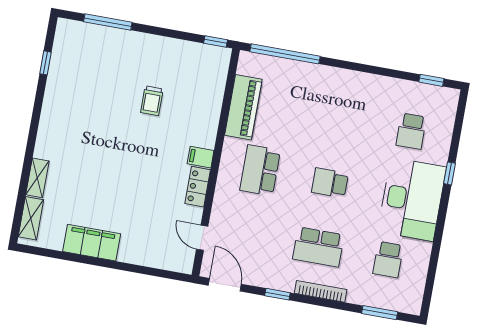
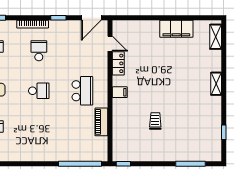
piano: (243, 107) -> (101, 122), width x0.73, depth x0.75
shelving: (37, 178) -> (216, 84), moved
locker: (198, 187) -> (118, 63), moved
school desk: (318, 247) -> (39, 51), width x0.54
door: (225, 285) -> (91, 18), hinge flipped

